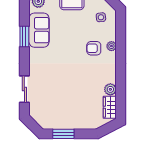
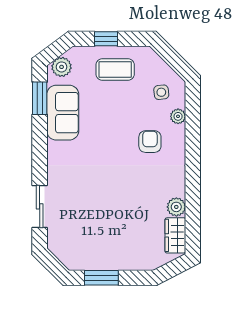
window: (24, 36) -> (40, 98), moved
plant: (111, 46) -> (178, 116), moved
armchair: (94, 48) -> (150, 142), turned 90

